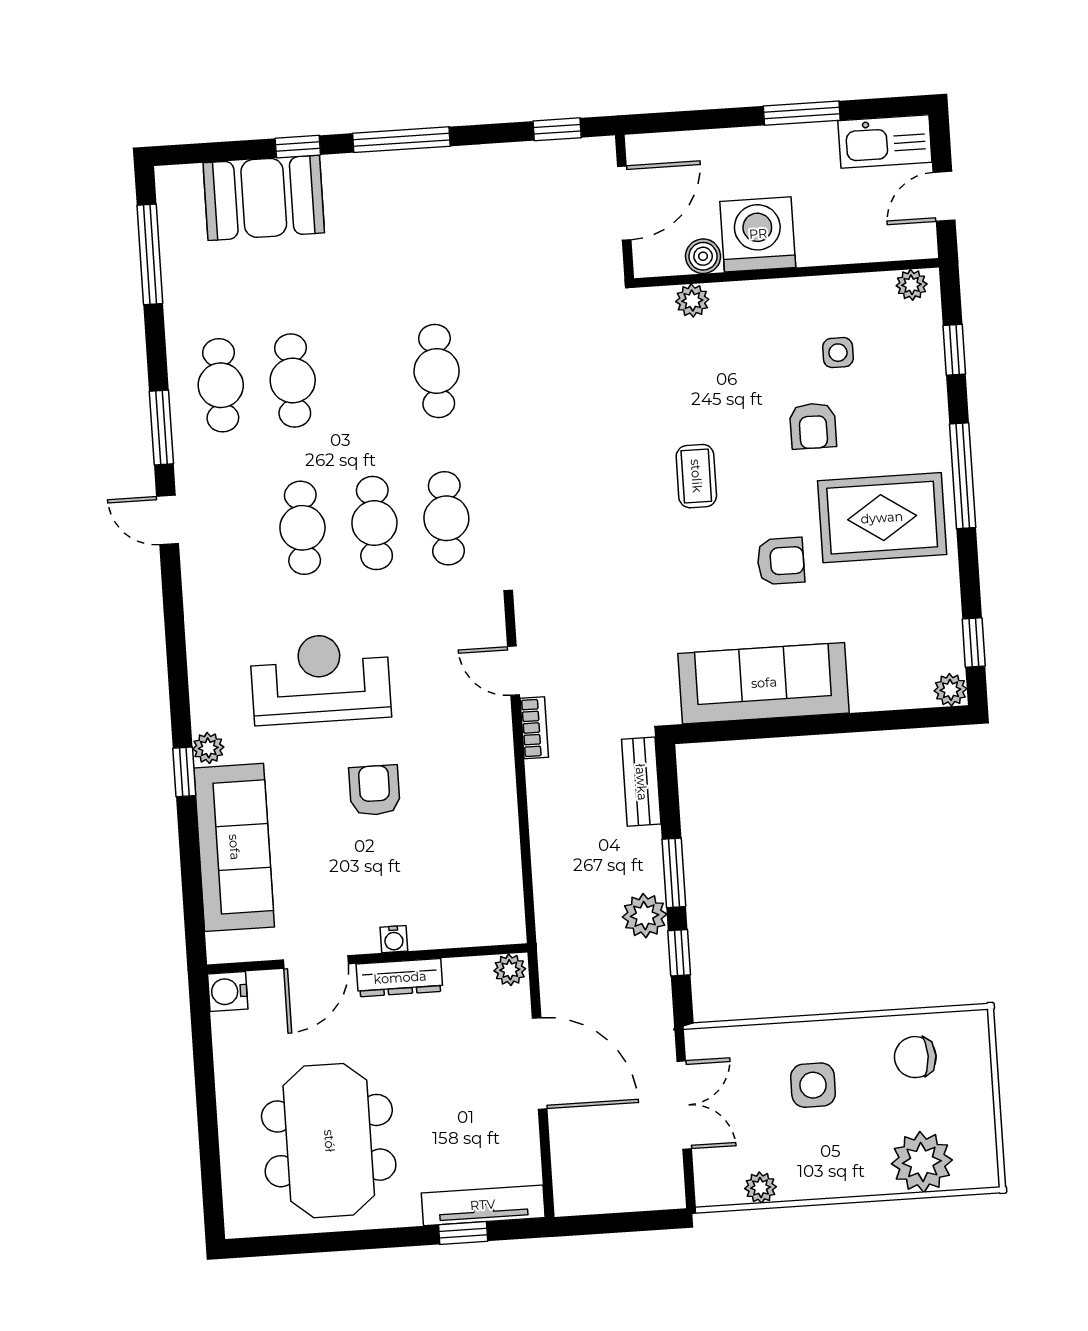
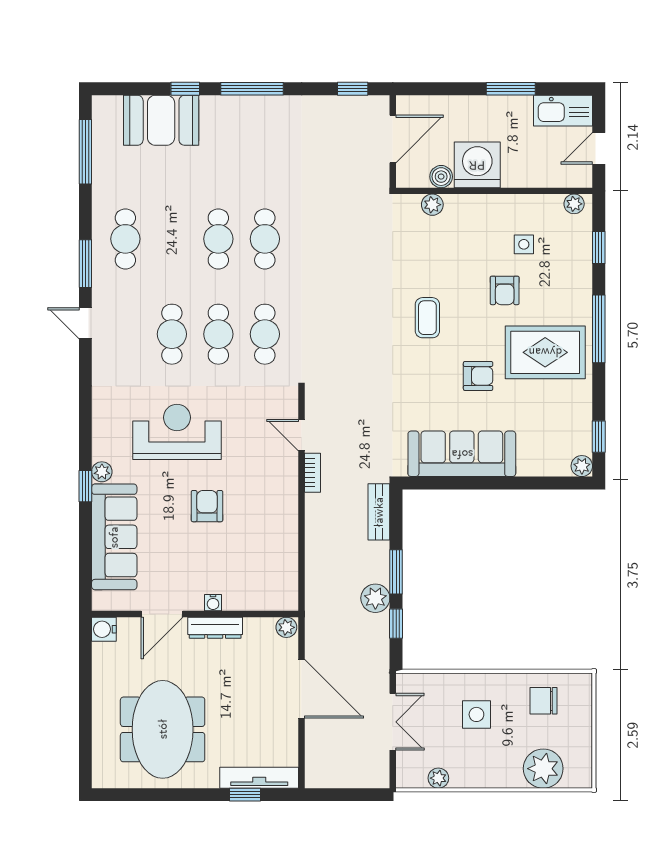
cafe table: (293, 380) -> (218, 239), moved

